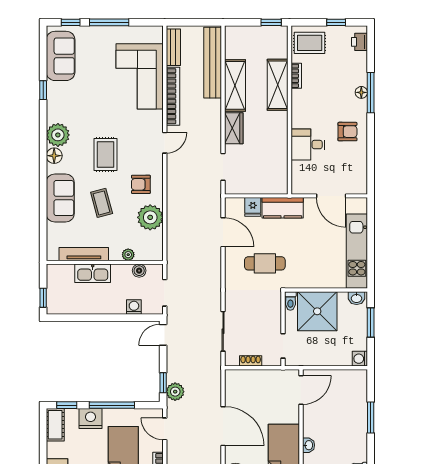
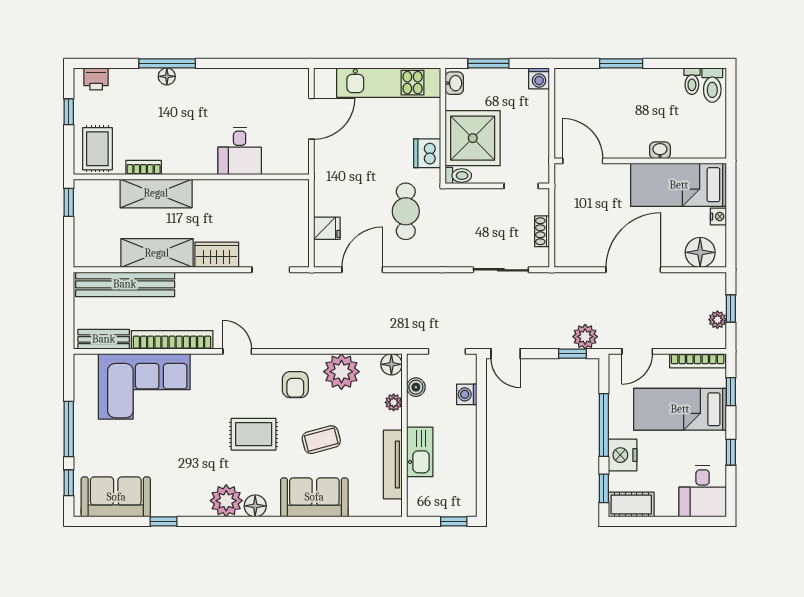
armchair: (347, 132) -> (222, 96), removed
kitchen counter: (283, 208) -> (328, 186), removed
floor lamp: (155, 253) -> (391, 364), added
dishwasher: (306, 279) -> (427, 153), added

